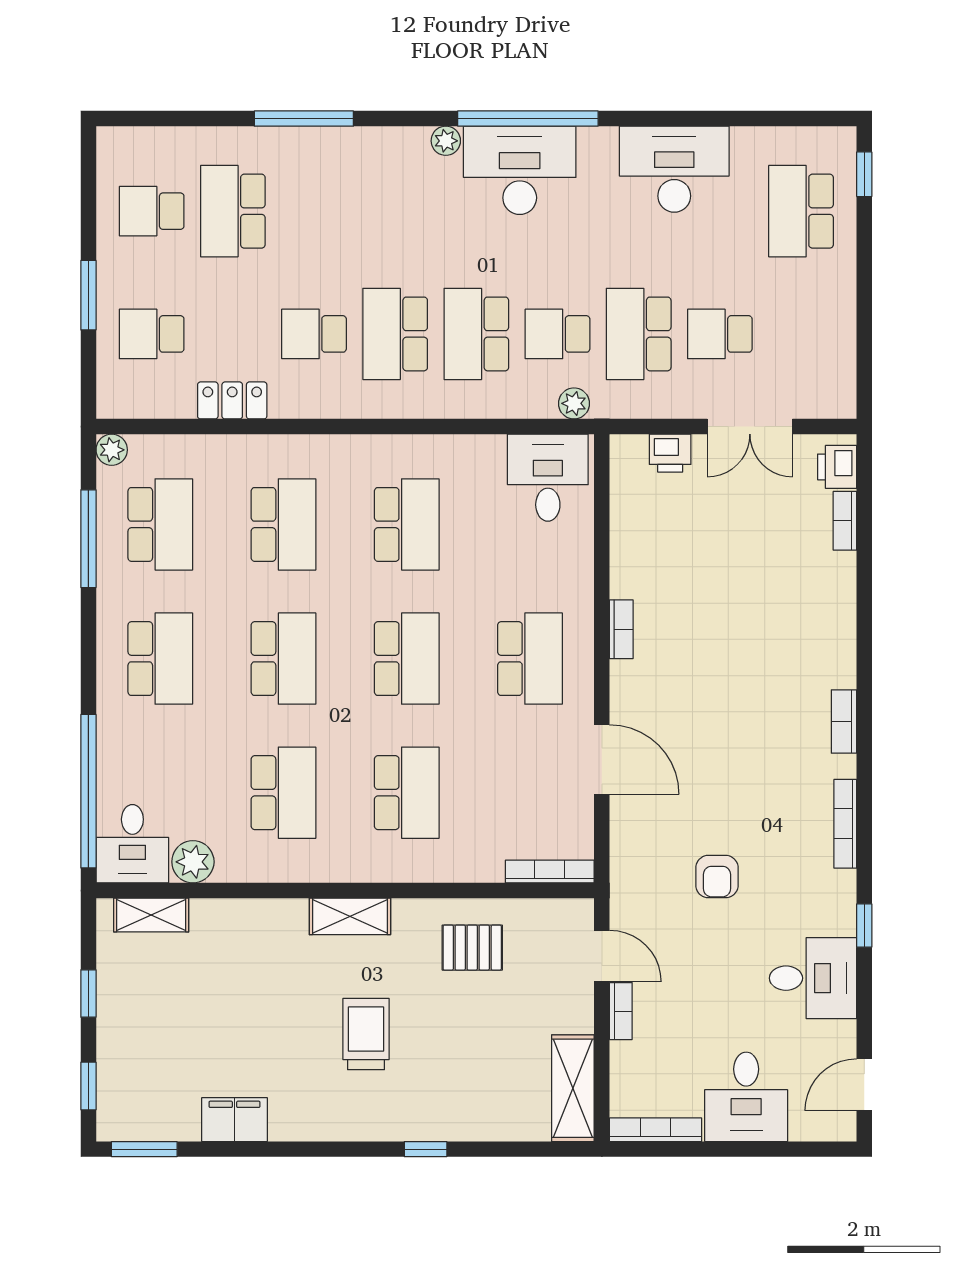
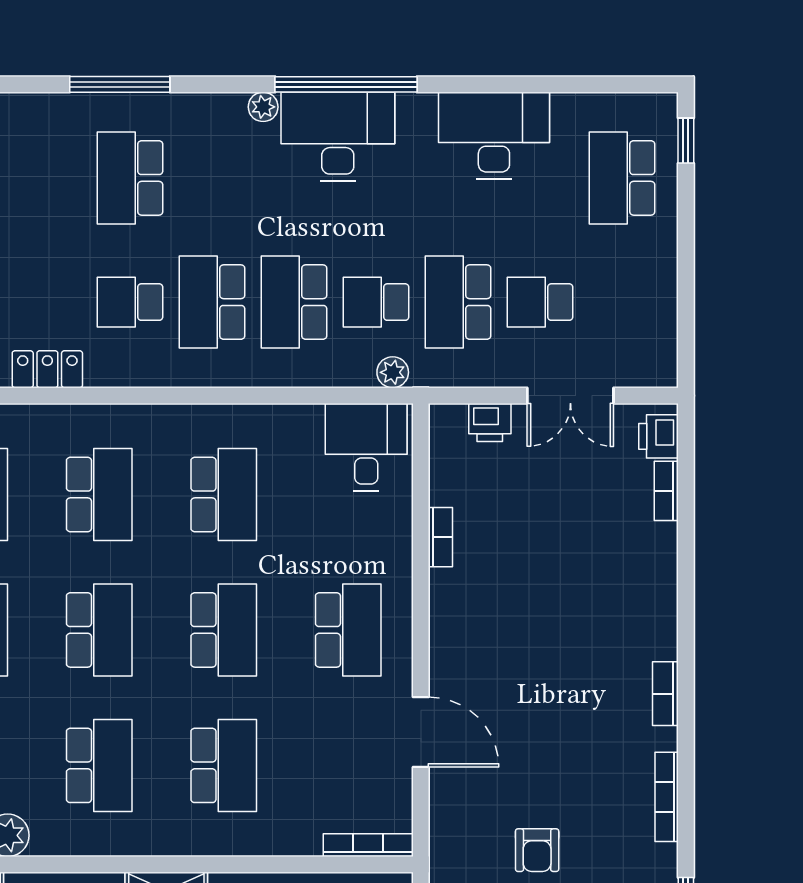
school desk: (233, 211) -> (130, 178), moved
bookcase: (621, 629) -> (440, 537), moved

